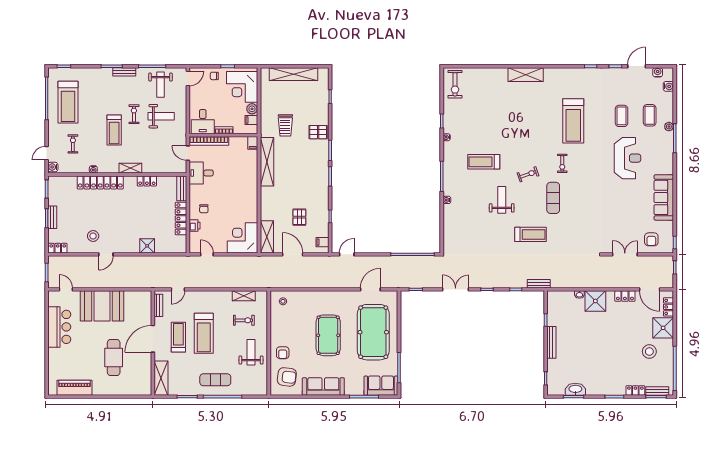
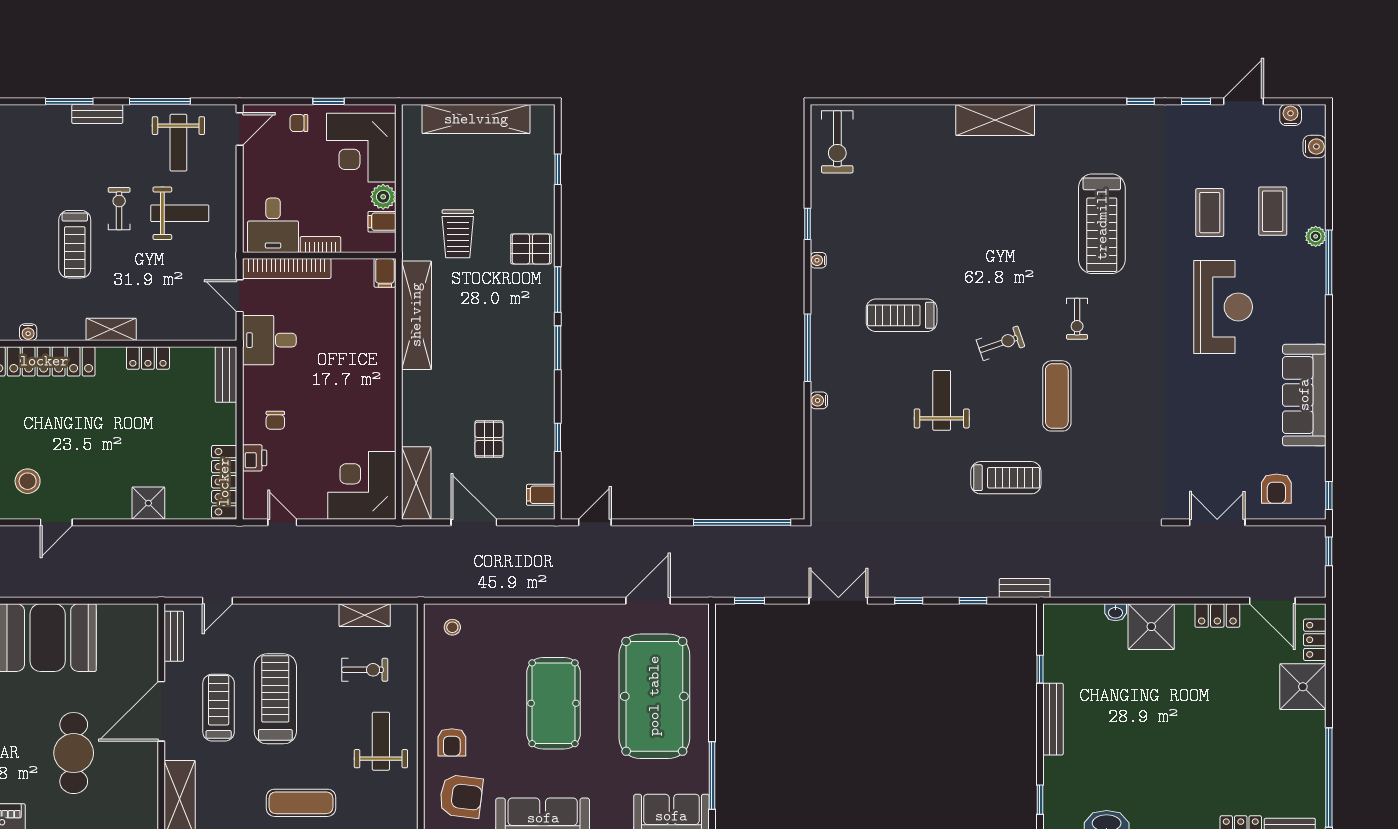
locker: (181, 219) -> (224, 482), moved
treadmill: (204, 333) -> (275, 699), turned 180
stool: (649, 352) -> (1272, 740), removed

